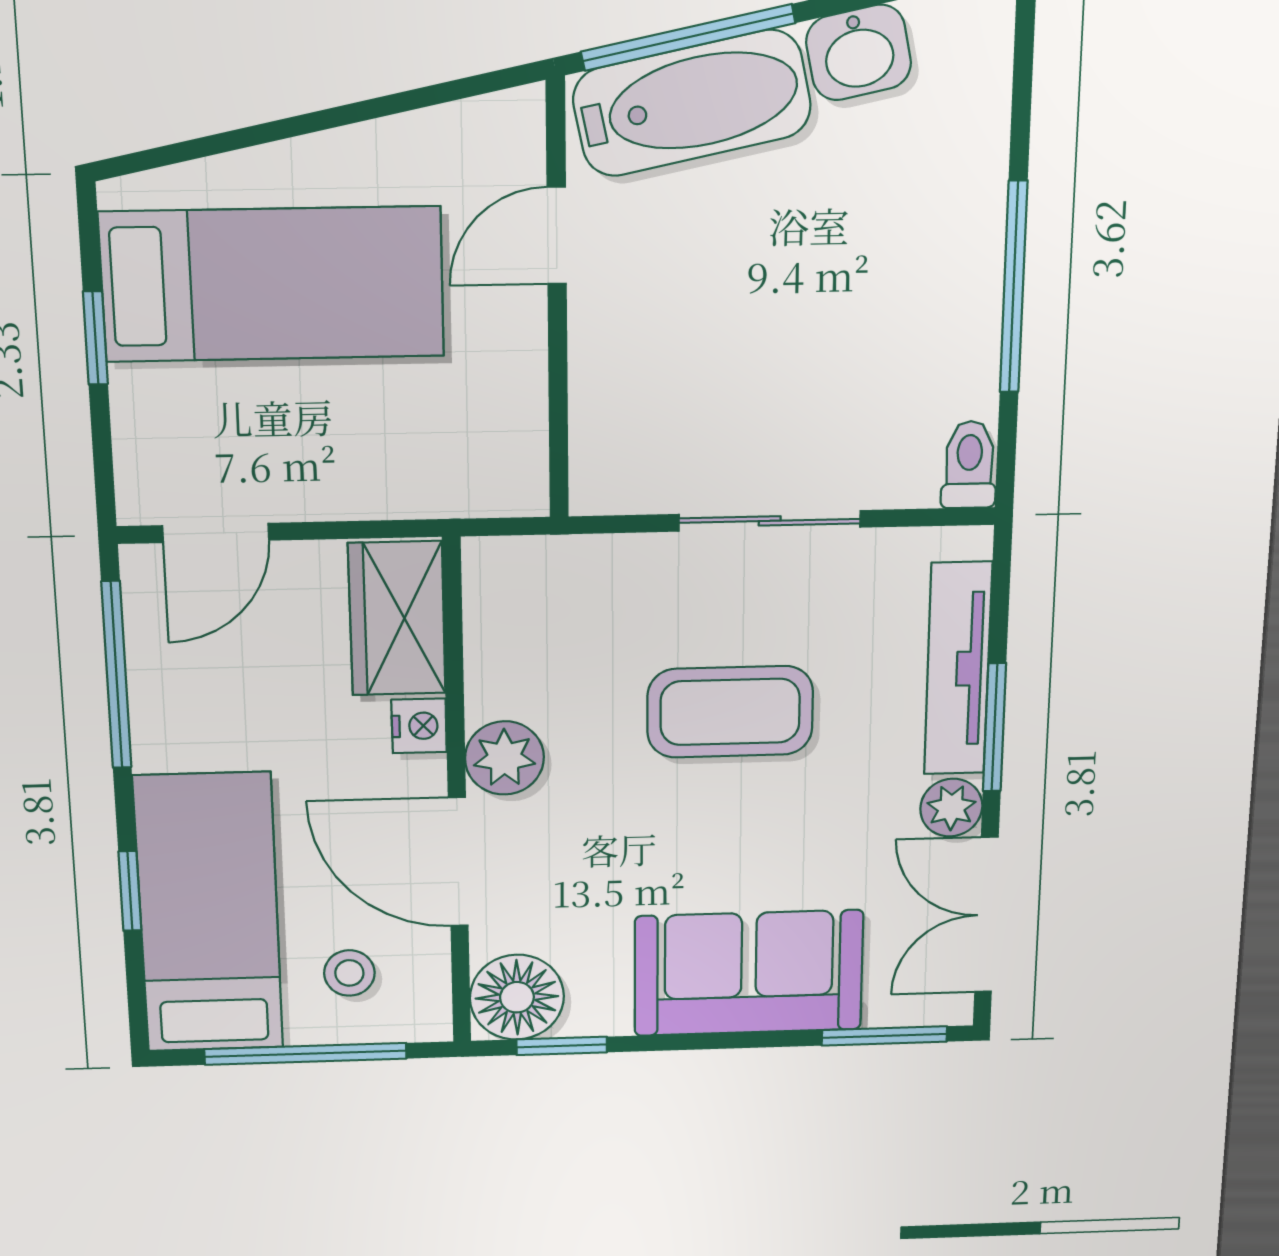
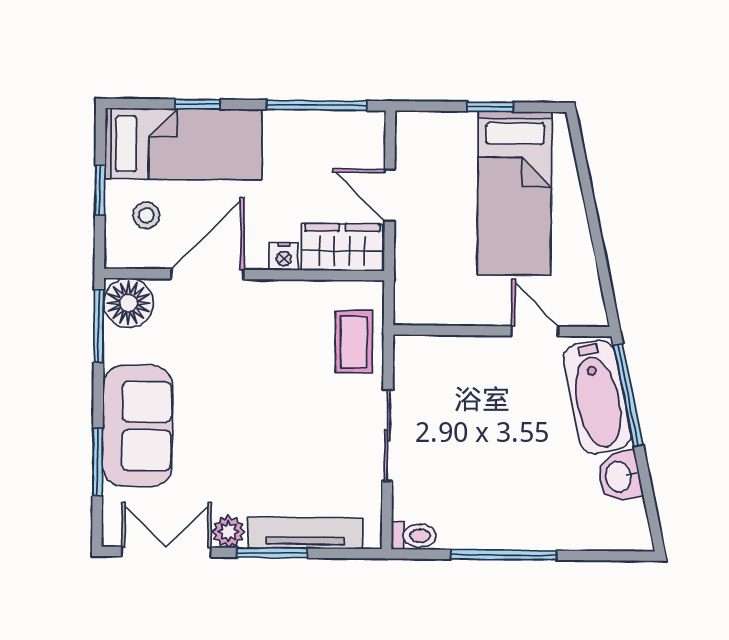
door: (216, 533) -> (390, 195), moved
coffee table: (730, 712) -> (354, 342), moved, width x0.73, depth x0.77
plant: (504, 758) -> (265, 300), removed
window: (884, 1036) -> (98, 462), moved
window: (562, 1046) -> (99, 326), width x1.50
window: (306, 1054) -> (100, 190), width x0.46

